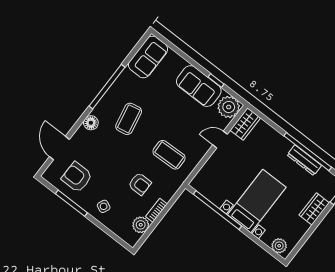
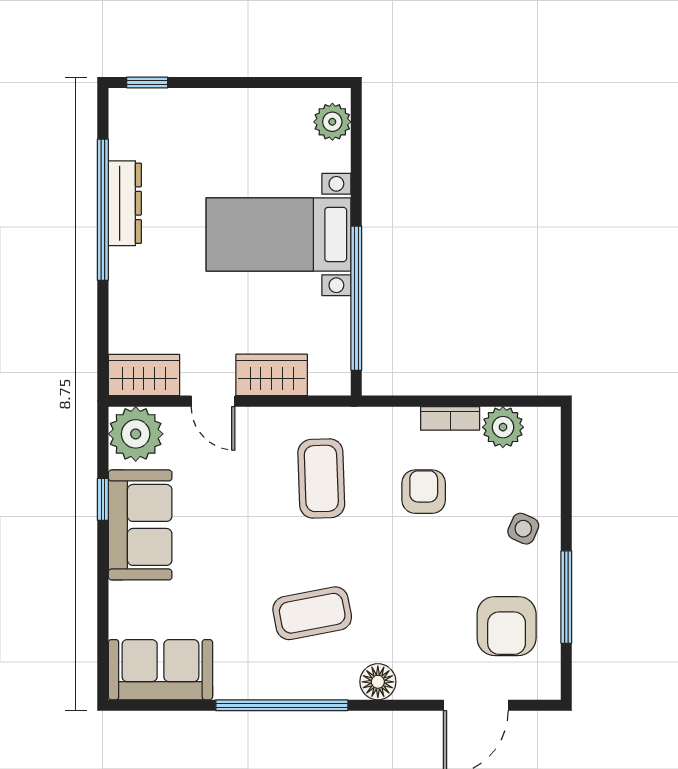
wardrobe: (314, 209) -> (272, 375), moved, turned 180

